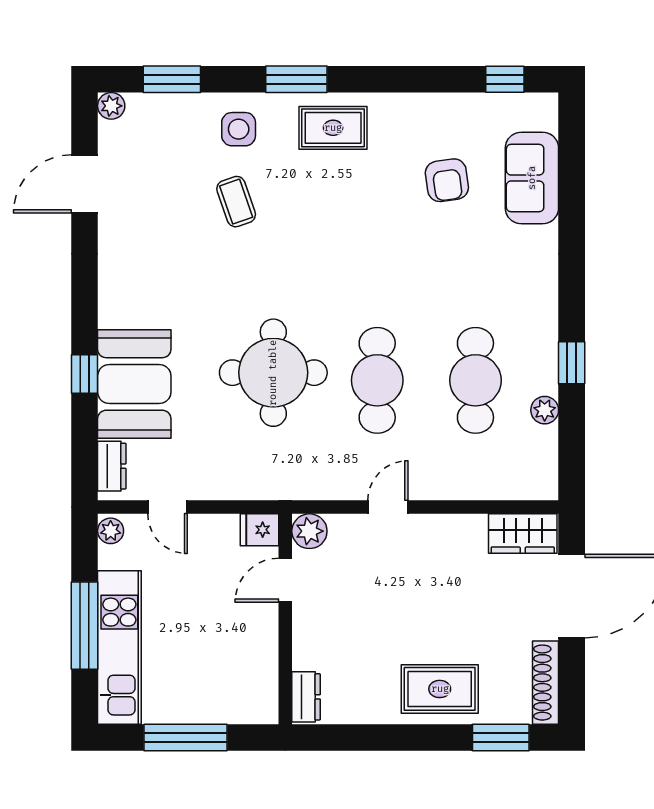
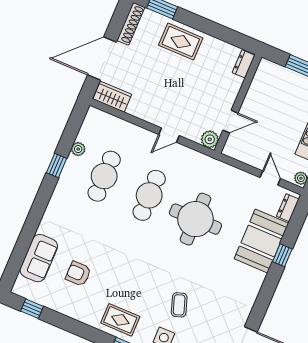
armchair: (447, 180) -> (78, 274), turned -82
fridge: (260, 530) -> (232, 150), removed

